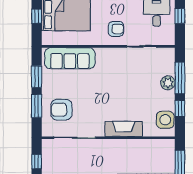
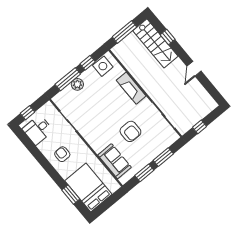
window: (37, 16) -> (105, 205), removed
armchair: (116, 29) -> (62, 154), moved
sofa: (70, 58) -> (114, 161), width x0.73
armchair: (61, 110) -> (130, 131), moved

